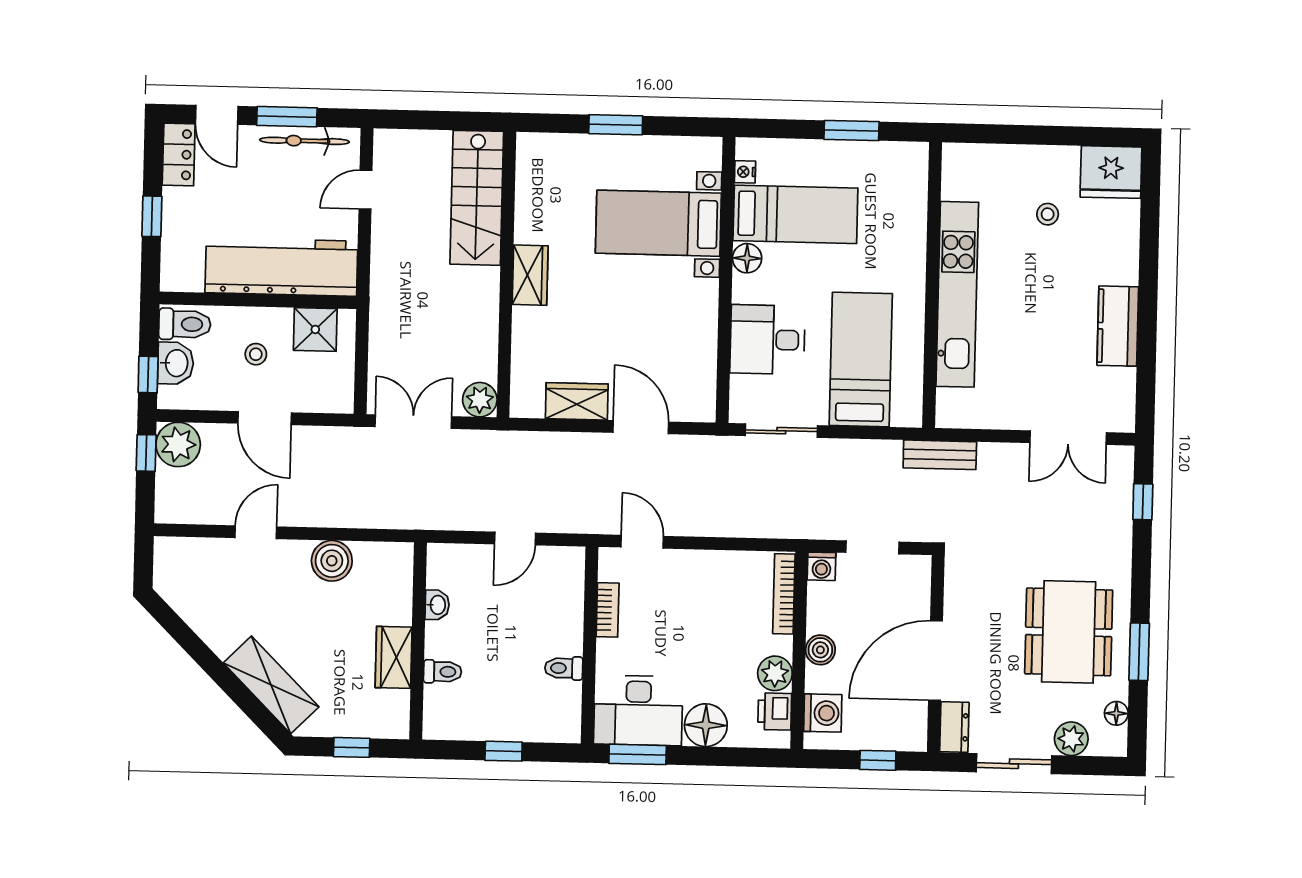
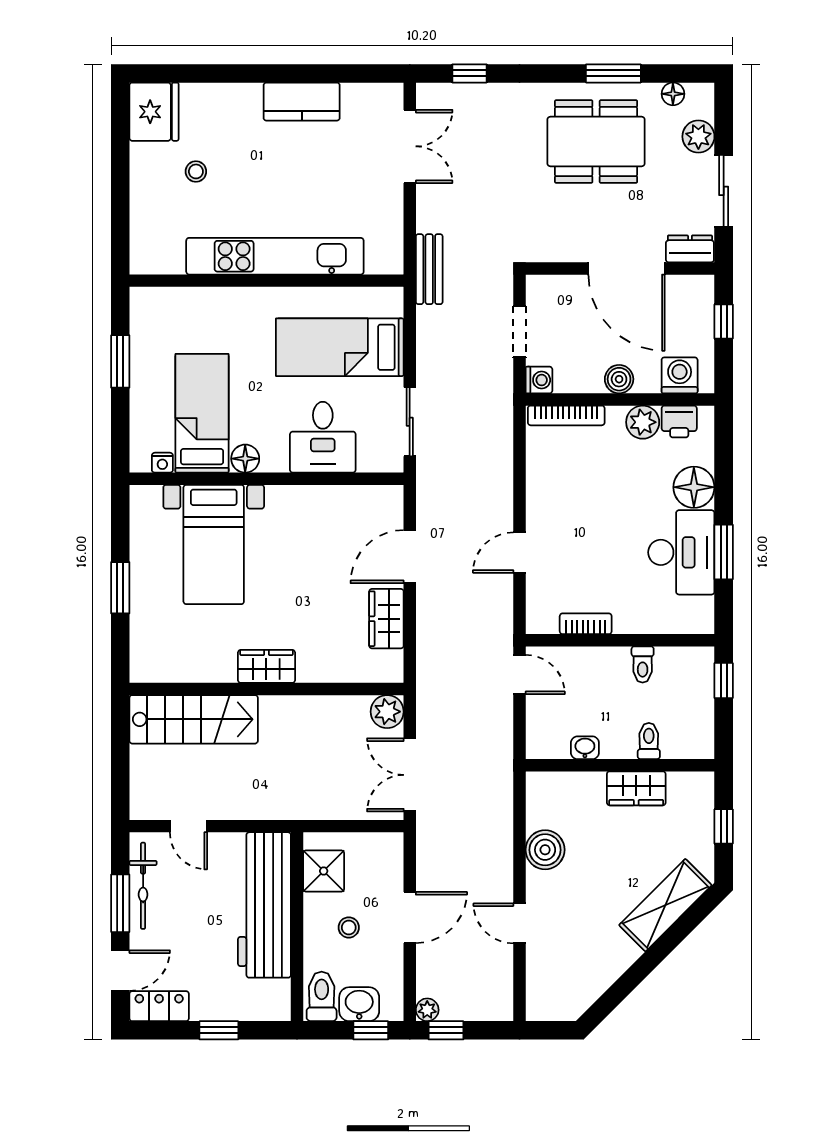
plant: (178, 444) -> (427, 1010), width x0.53, depth x0.53
bookcase: (608, 610) -> (586, 624), moved
wall: (590, 645) -> (620, 640), moved
toilet: (564, 668) -> (643, 664), moved

